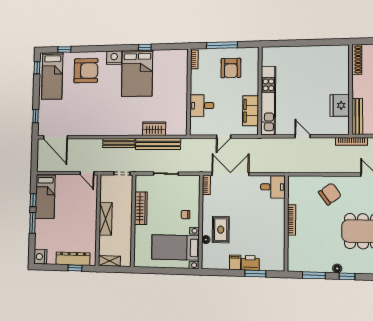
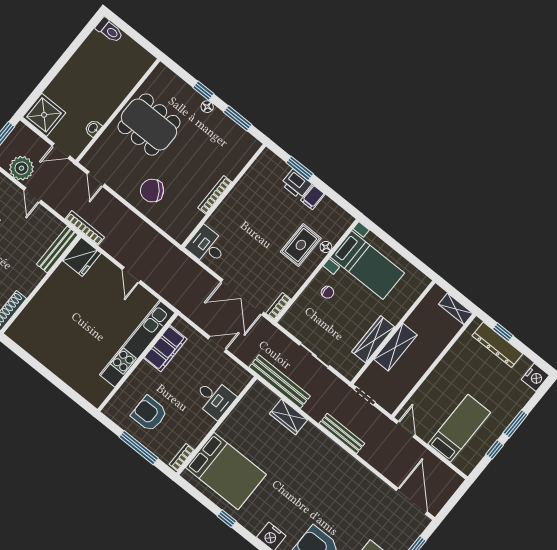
armchair: (231, 68) -> (149, 414), turned -90
bed: (137, 73) -> (226, 471), moved, turned 90
fridge: (340, 105) -> (82, 257), moved
bench: (158, 144) -> (280, 382), moved
bed: (45, 196) -> (459, 428), moved
shelving: (106, 219) -> (396, 347), moved

